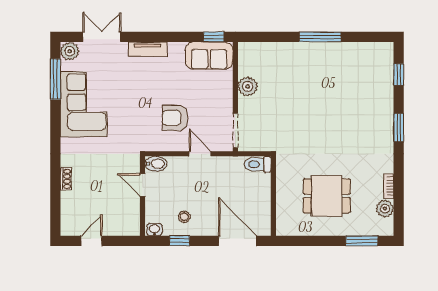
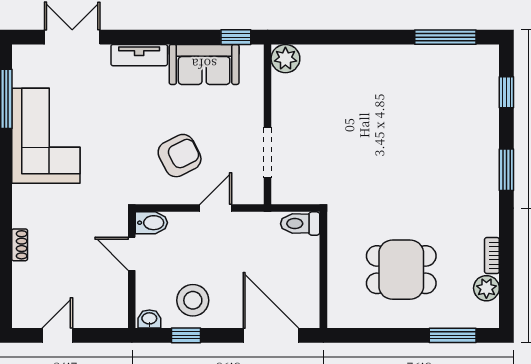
window: (320, 37) -> (445, 37), moved
plant: (70, 51) -> (25, 58), removed
sofa: (209, 56) -> (204, 64), moved
plant: (248, 86) -> (285, 59), moved
armchair: (175, 118) -> (180, 156), turned 153
doorway: (235, 131) -> (268, 153), moved
door: (200, 154) -> (216, 208), hinge flipped
stool: (184, 217) -> (193, 300), width x1.89, depth x1.89

